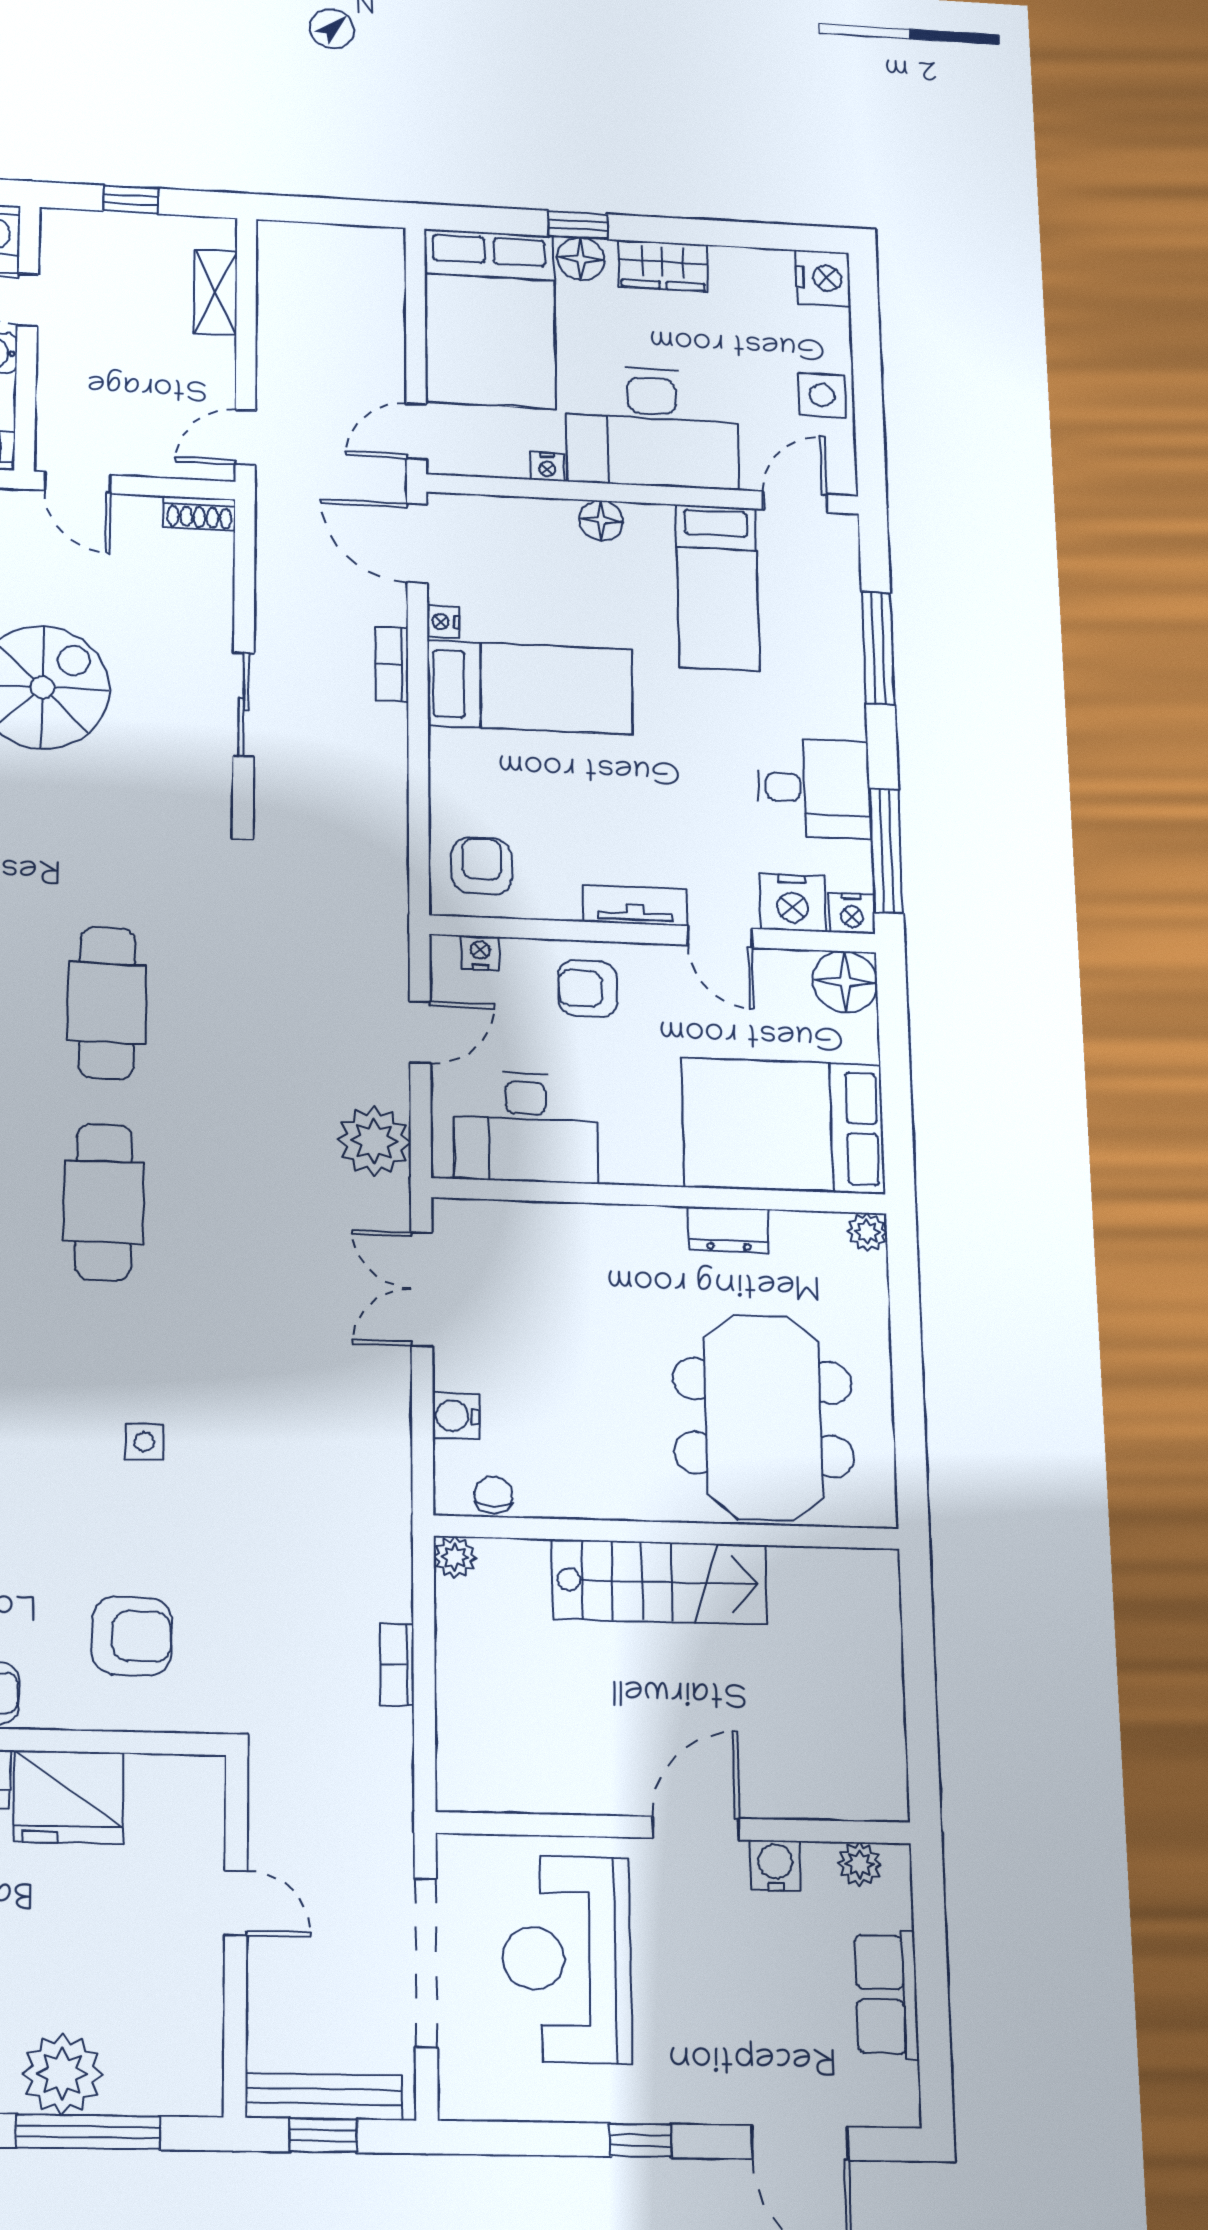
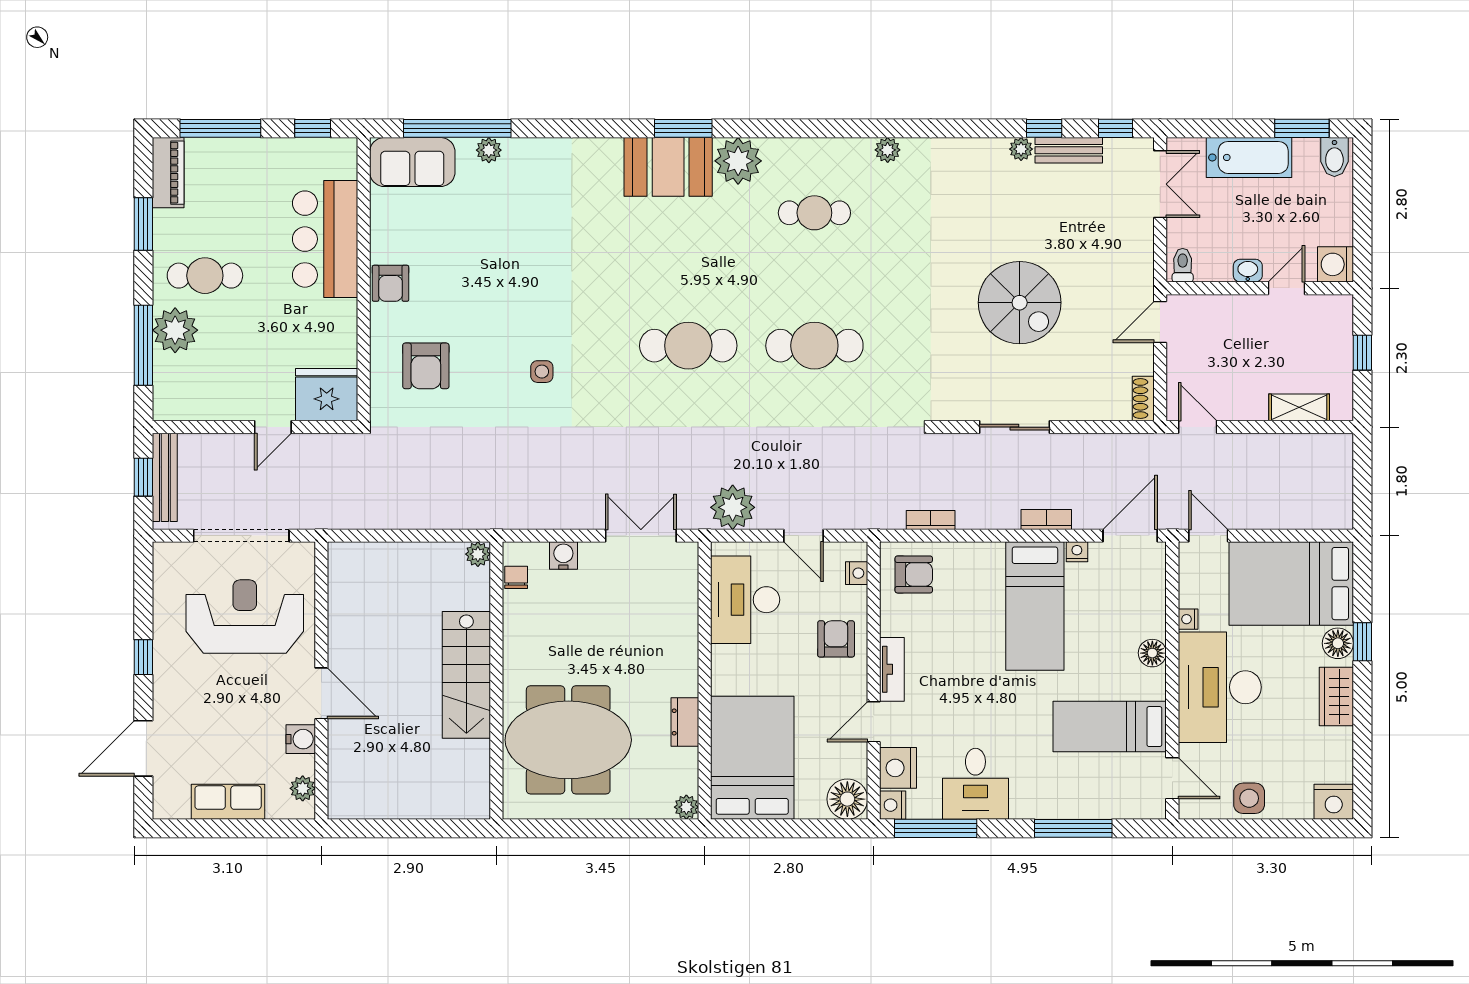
chair: (493, 1495) -> (516, 577), turned -90
bookcase: (397, 1665) -> (931, 520), moved
fridge: (69, 1797) -> (327, 395), moved, turned 90

